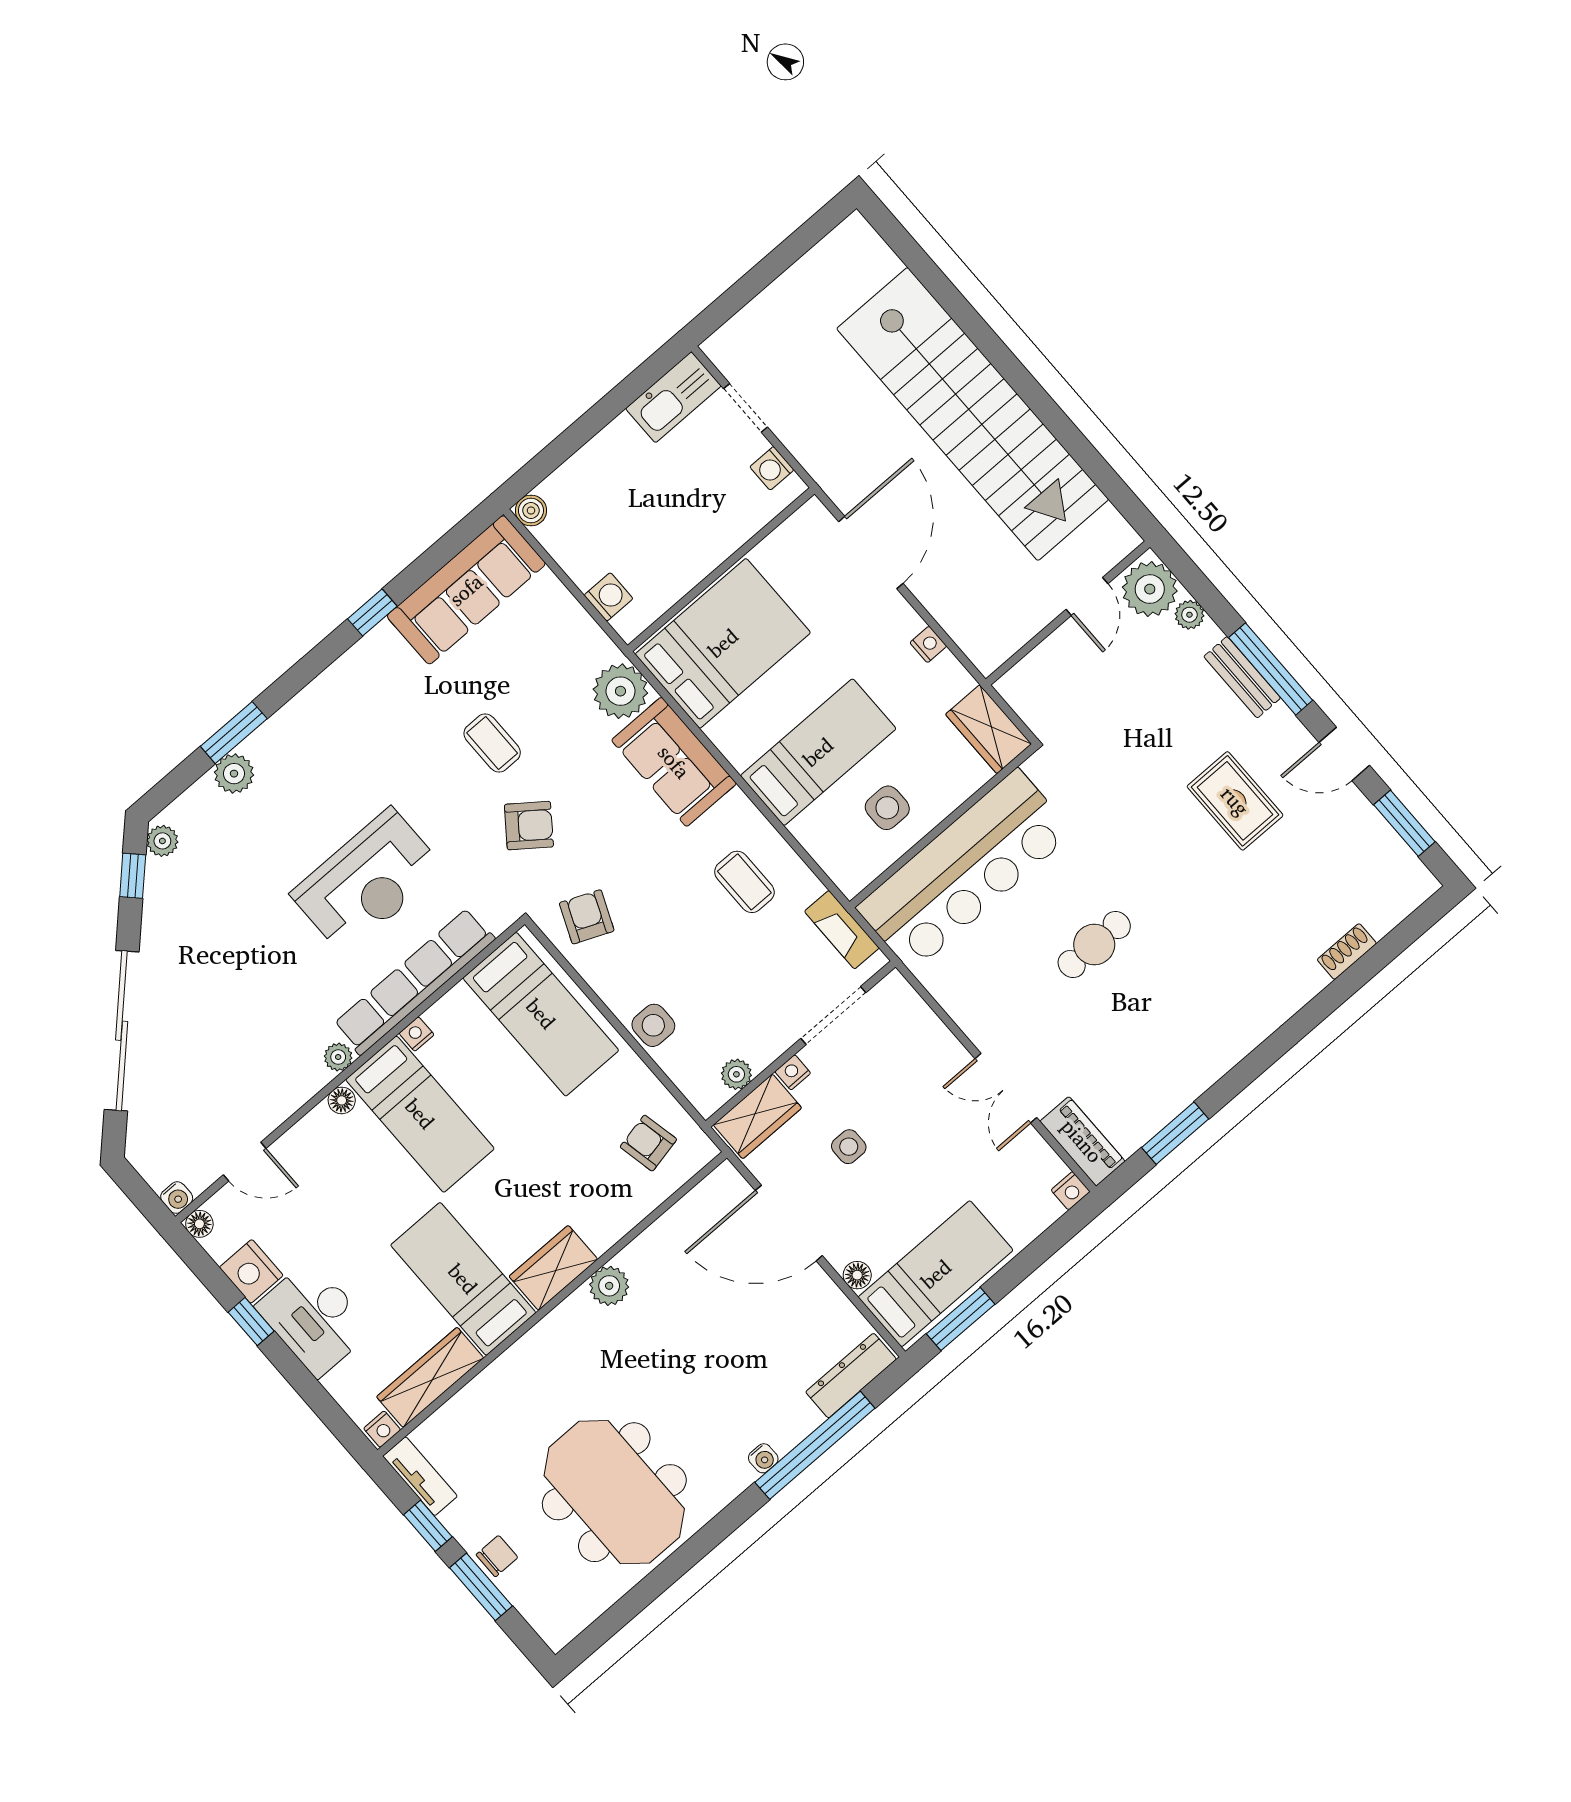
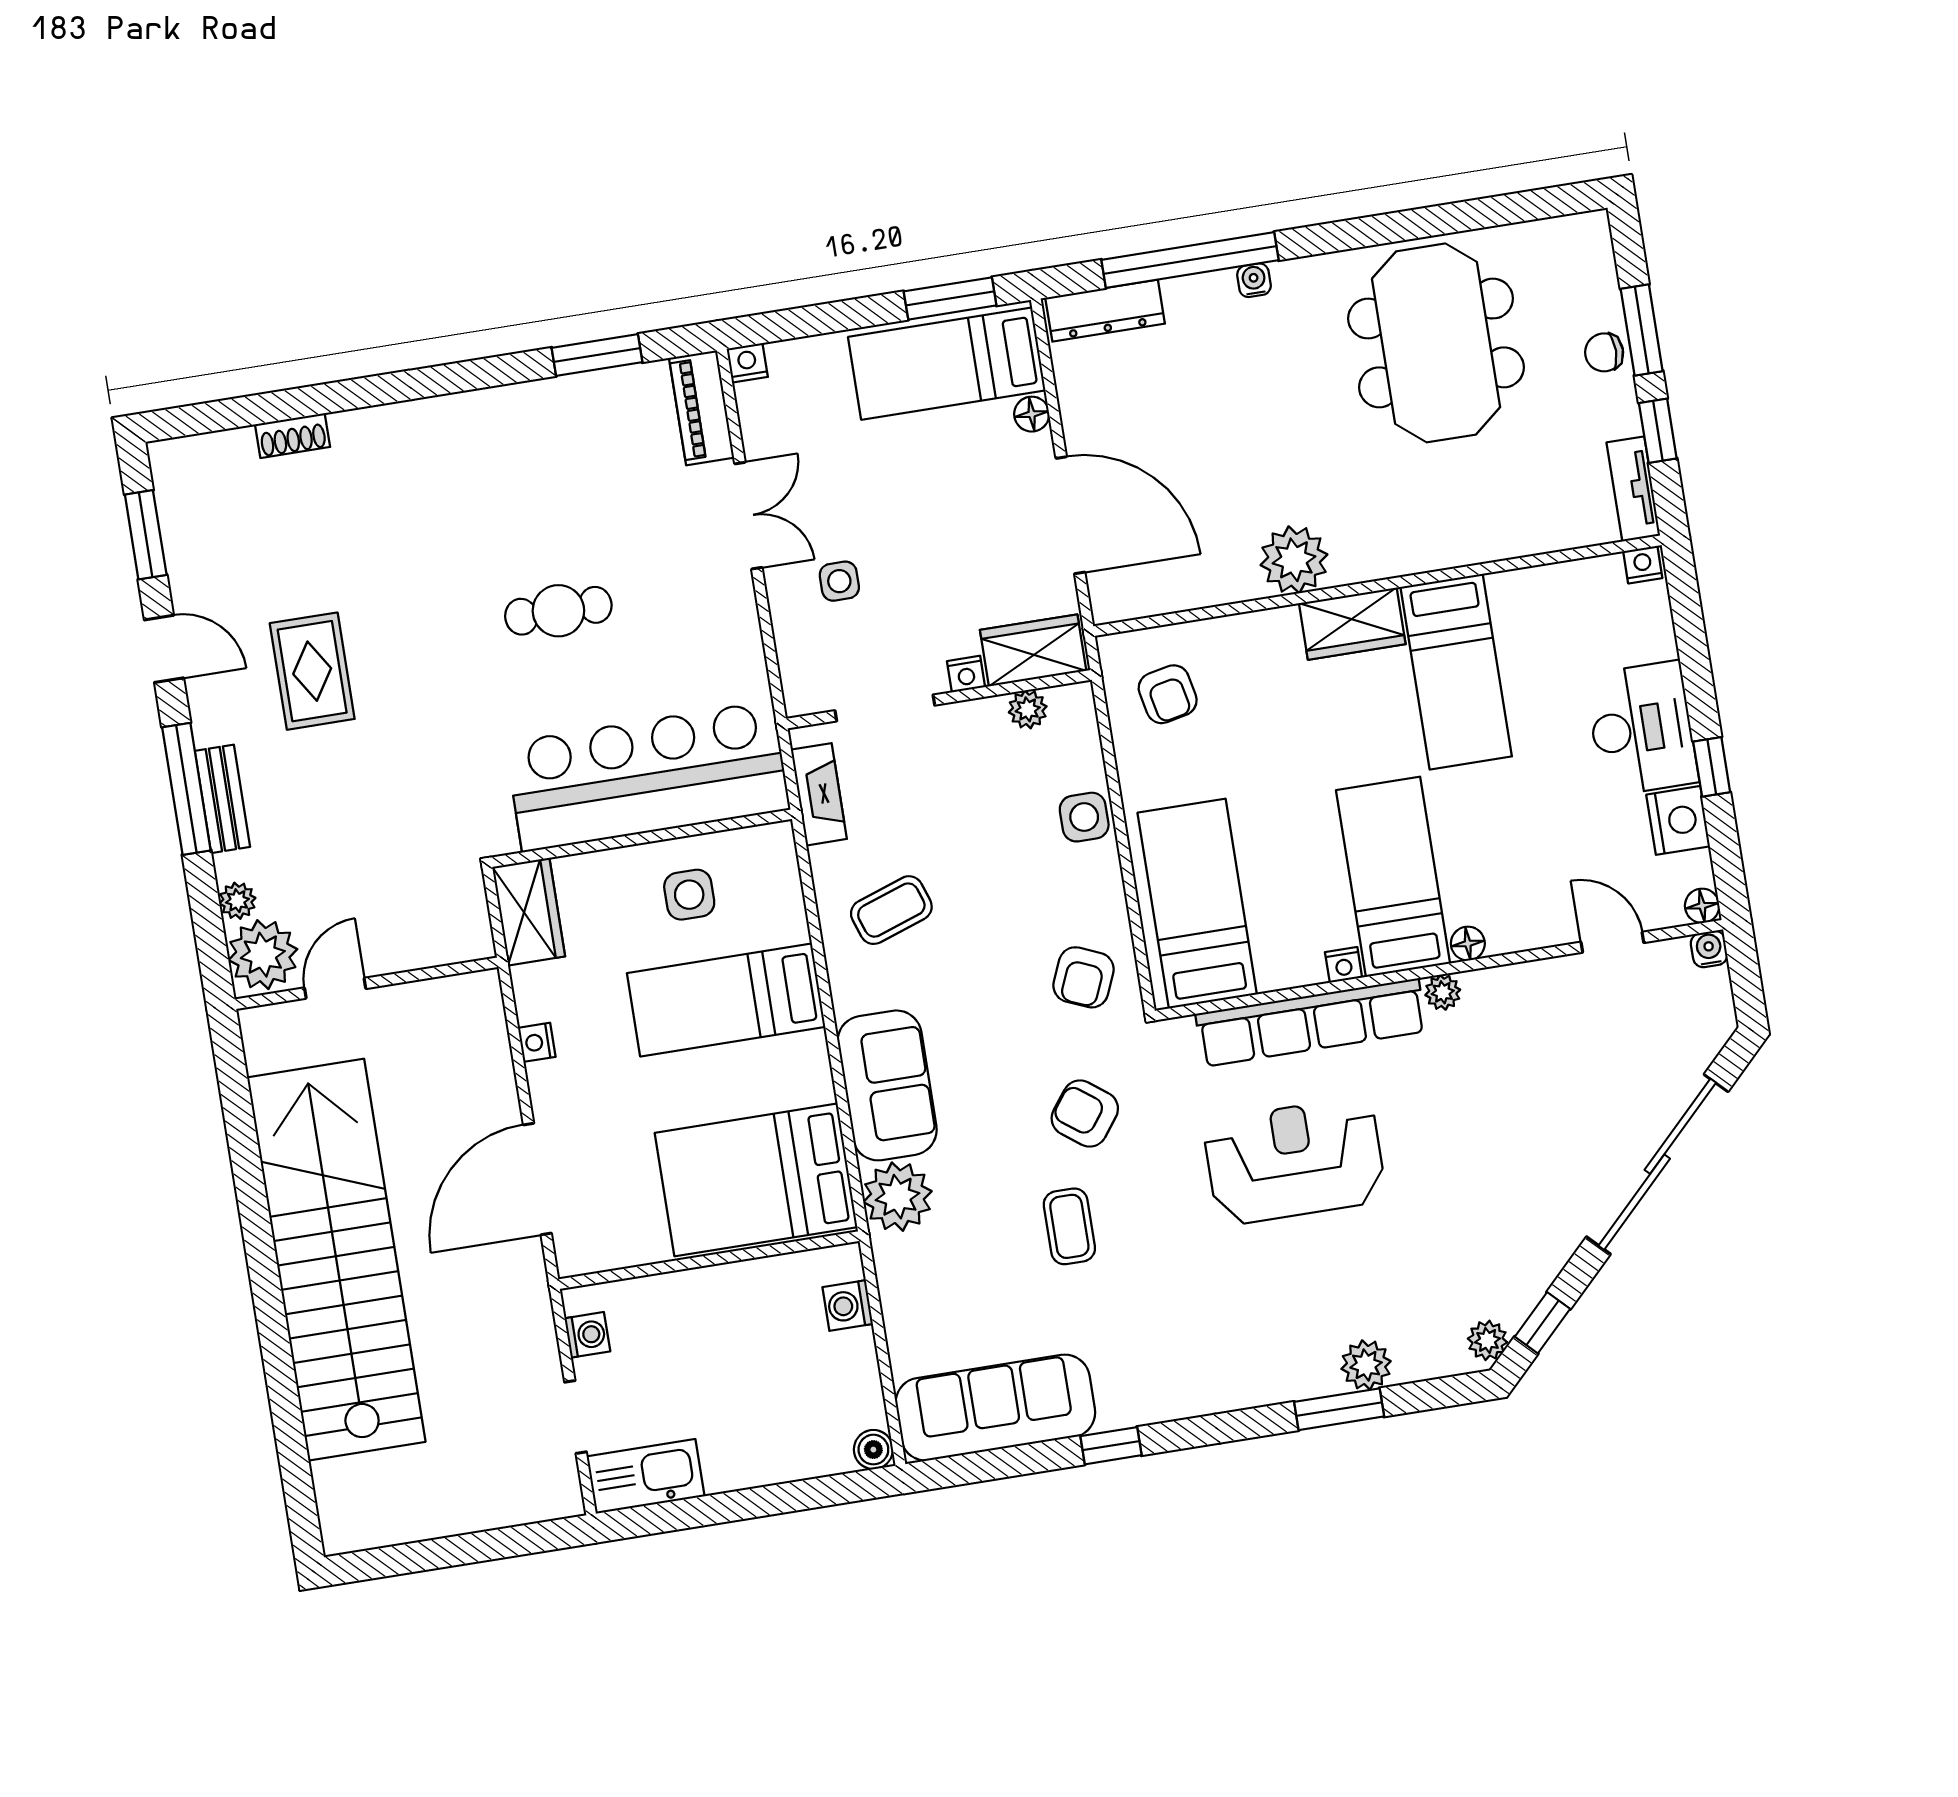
coffee table: (744, 882) -> (891, 910), turned 71
side table: (849, 1147) -> (839, 581), moved
plant: (609, 1286) -> (1294, 560), width x1.36, depth x1.36
wardrobe: (430, 1377) -> (1557, 588), removed

